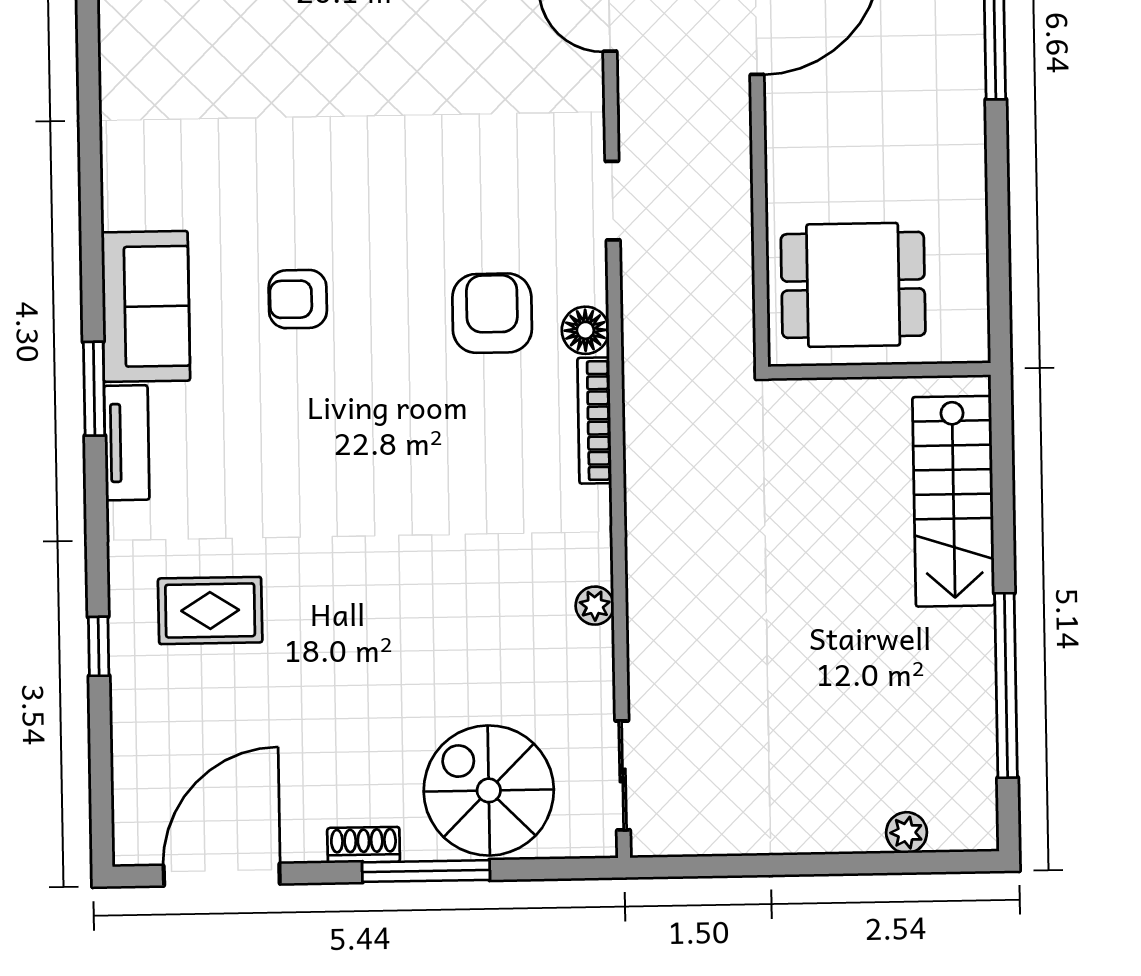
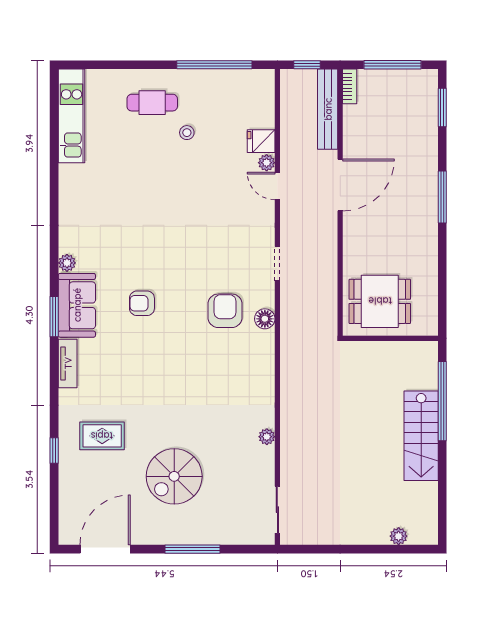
plant: (121, 208) -> (67, 263), added
window: (94, 389) -> (54, 317), moved
bookcase: (594, 421) -> (268, 357), removed
stairs: (954, 501) -> (421, 436), moved
window: (1006, 685) -> (442, 401), moved
spiral stairs: (489, 790) -> (174, 476), moved, turned -90
shoe rack: (364, 845) -> (166, 537), removed

